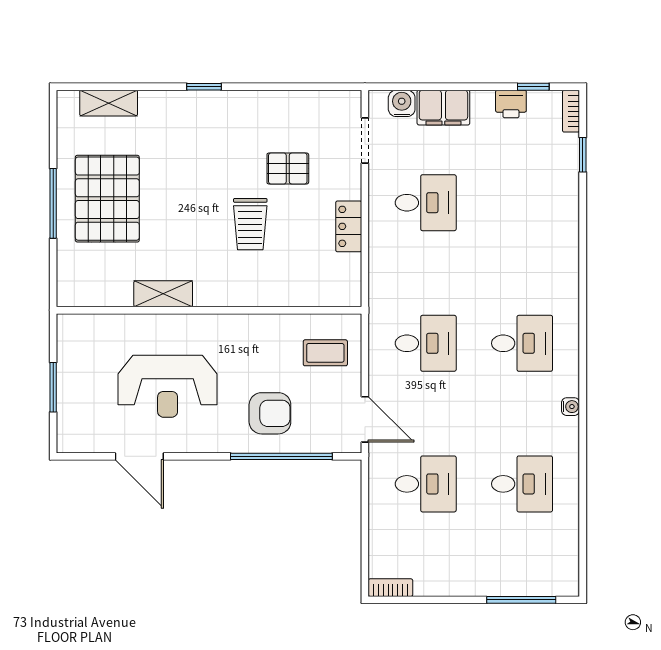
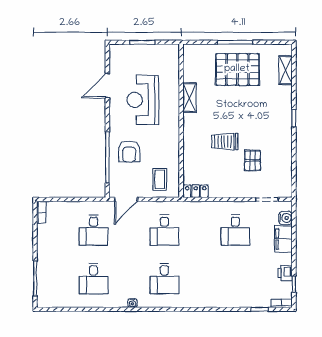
locker: (349, 226) -> (196, 191), moved

